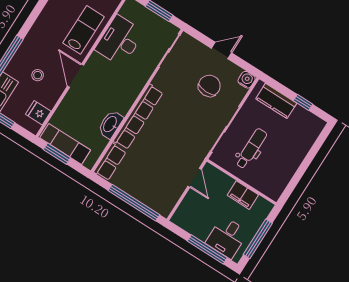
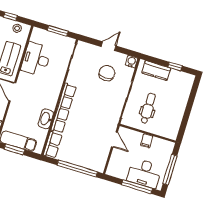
filing cabinet: (243, 195) -> (147, 141), width x0.50
desk: (227, 237) -> (144, 173), width x1.37

